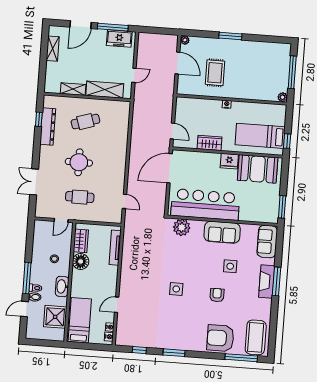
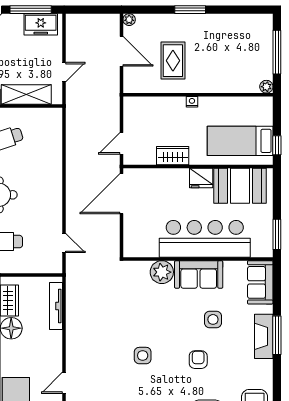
door: (172, 131) -> (121, 143), swing flipped
bar counter: (205, 204) -> (205, 239), moved
plant: (182, 227) -> (162, 272), moved

